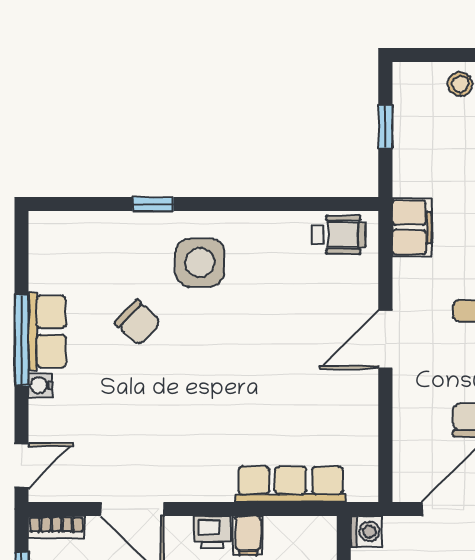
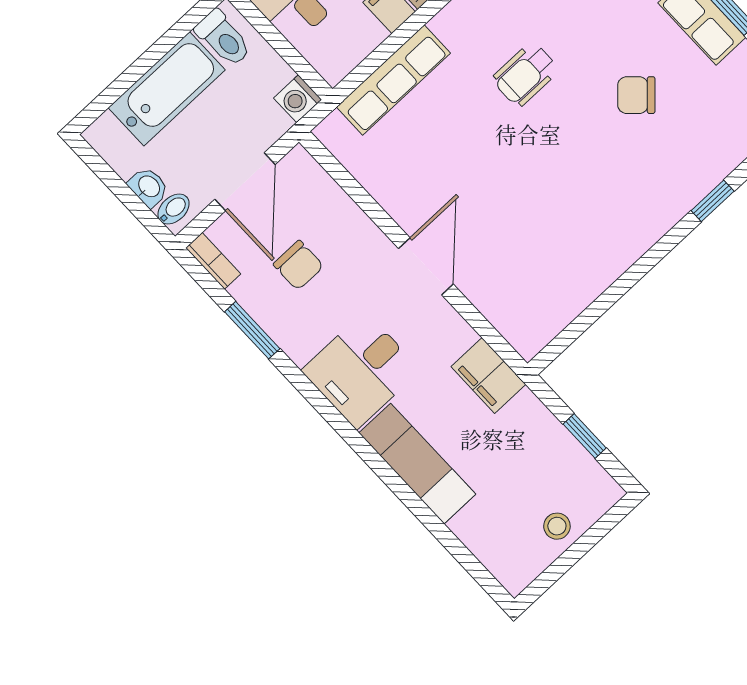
wheelchair: (339, 235) -> (525, 74), moved
side table: (200, 262) -> (631, 189), removed

